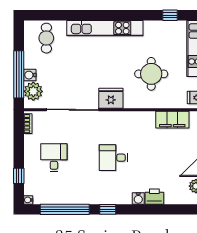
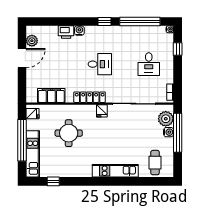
kitchen unit: (105, 28) -> (115, 171), width x0.73
fridge: (111, 98) -> (102, 111), width x0.53, depth x0.75
locker: (126, 117) -> (90, 97), added

